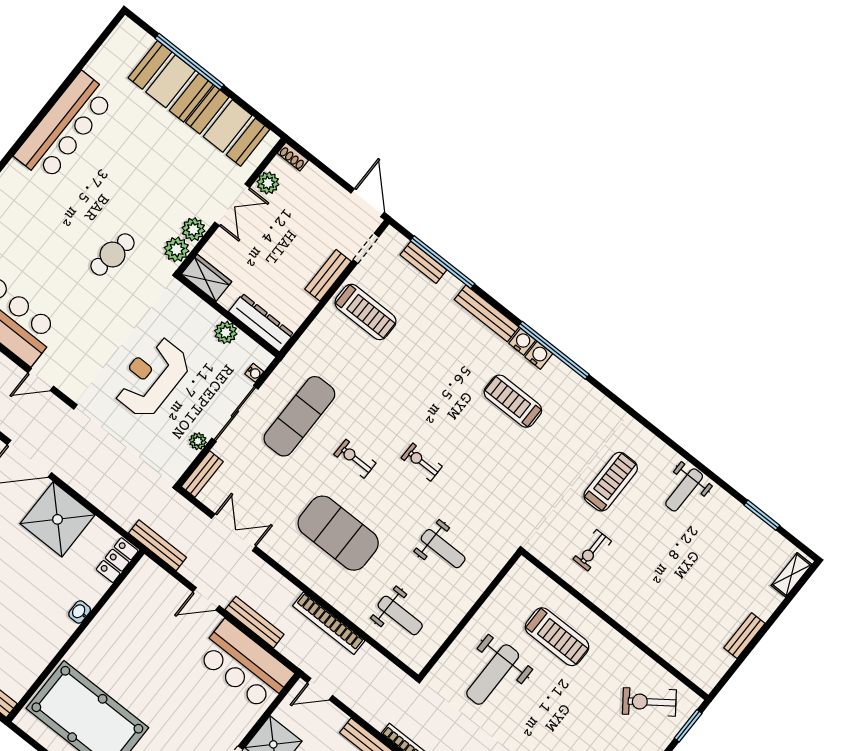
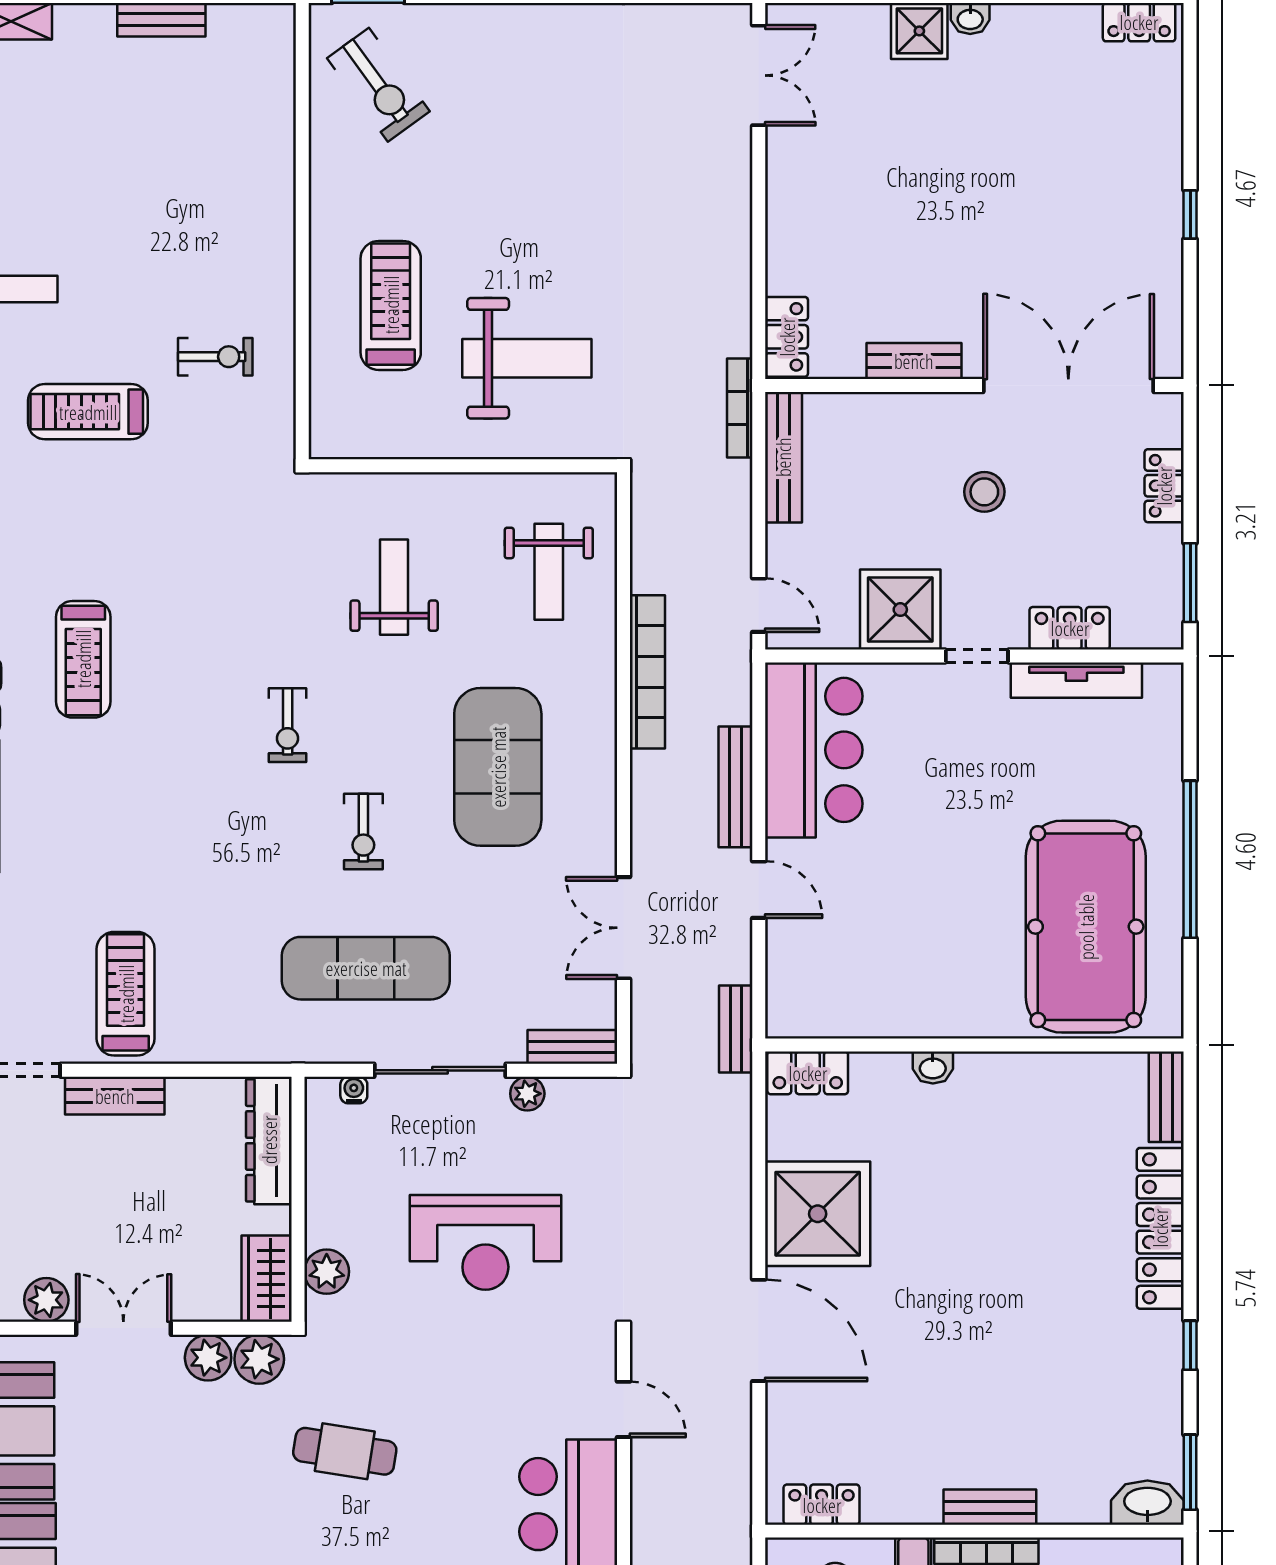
plant: (226, 332) -> (327, 1272), moved
bench: (158, 545) -> (736, 1029), width x0.73
weight bench: (400, 615) -> (549, 572), turned 180

